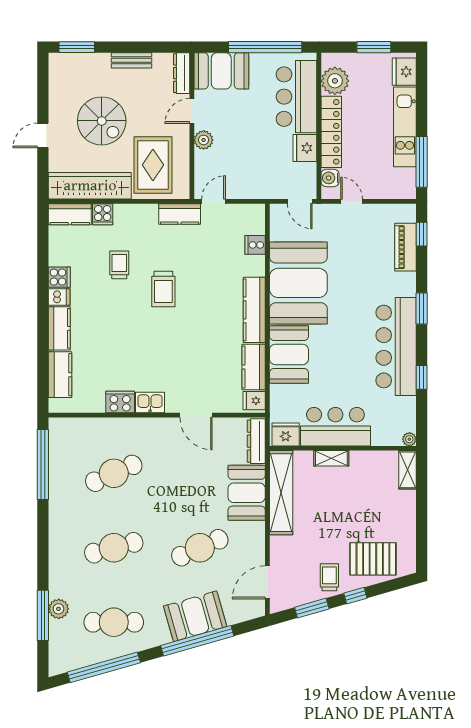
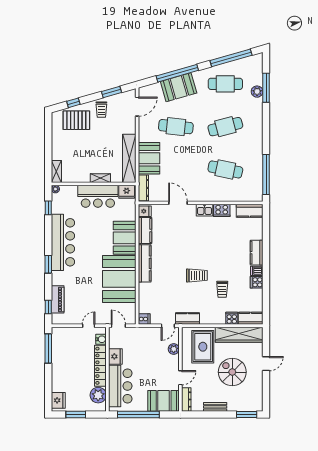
kitchen unit: (405, 127) -> (58, 369), removed
plant: (204, 140) -> (174, 349), moved
door: (352, 201) -> (89, 326), swing flipped
cooker: (255, 245) -> (144, 319), moved
trolley: (163, 289) -> (197, 275), turned 90
kitchen counter: (60, 375) -> (250, 211), moved, turned -90
window: (422, 377) -> (48, 208), moved
cafe table: (114, 473) -> (225, 169), turned 36
cafe table: (200, 548) -> (176, 127), turned 30
window: (355, 596) -> (73, 103), moved

